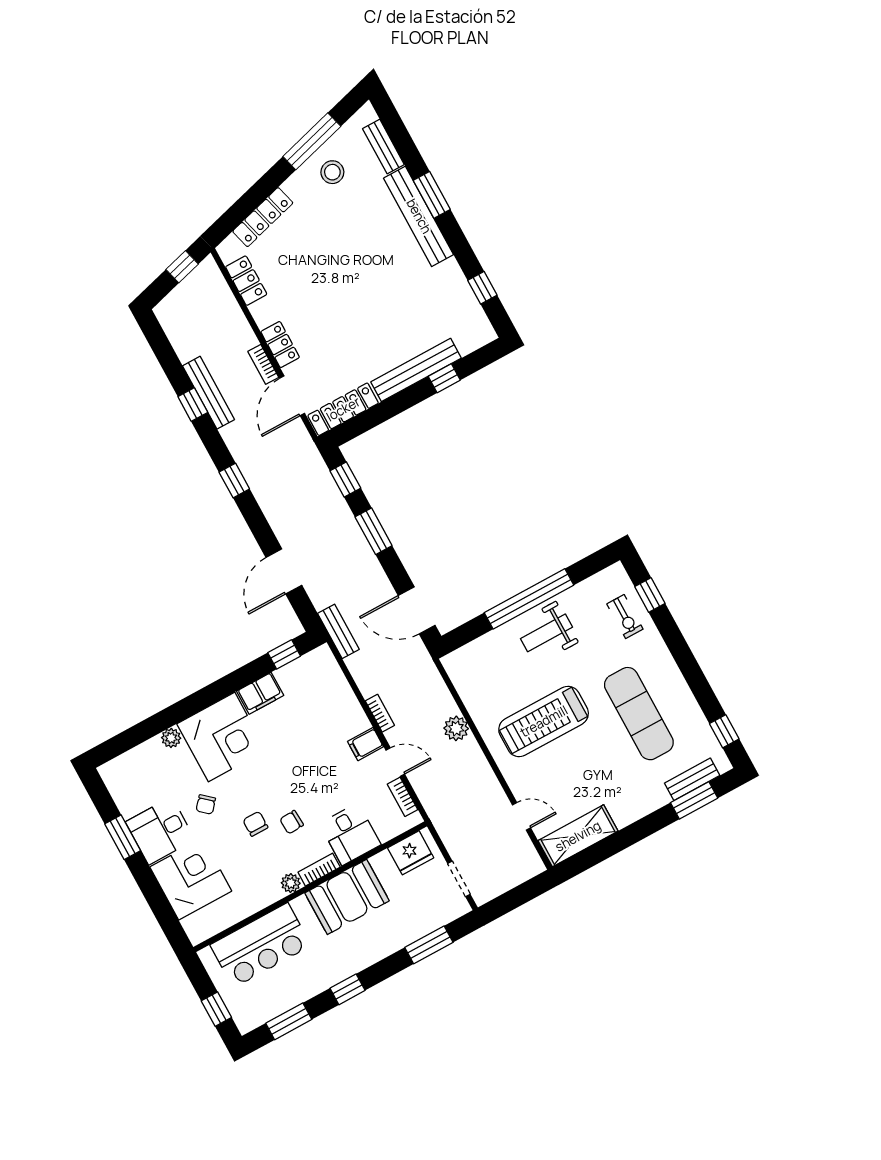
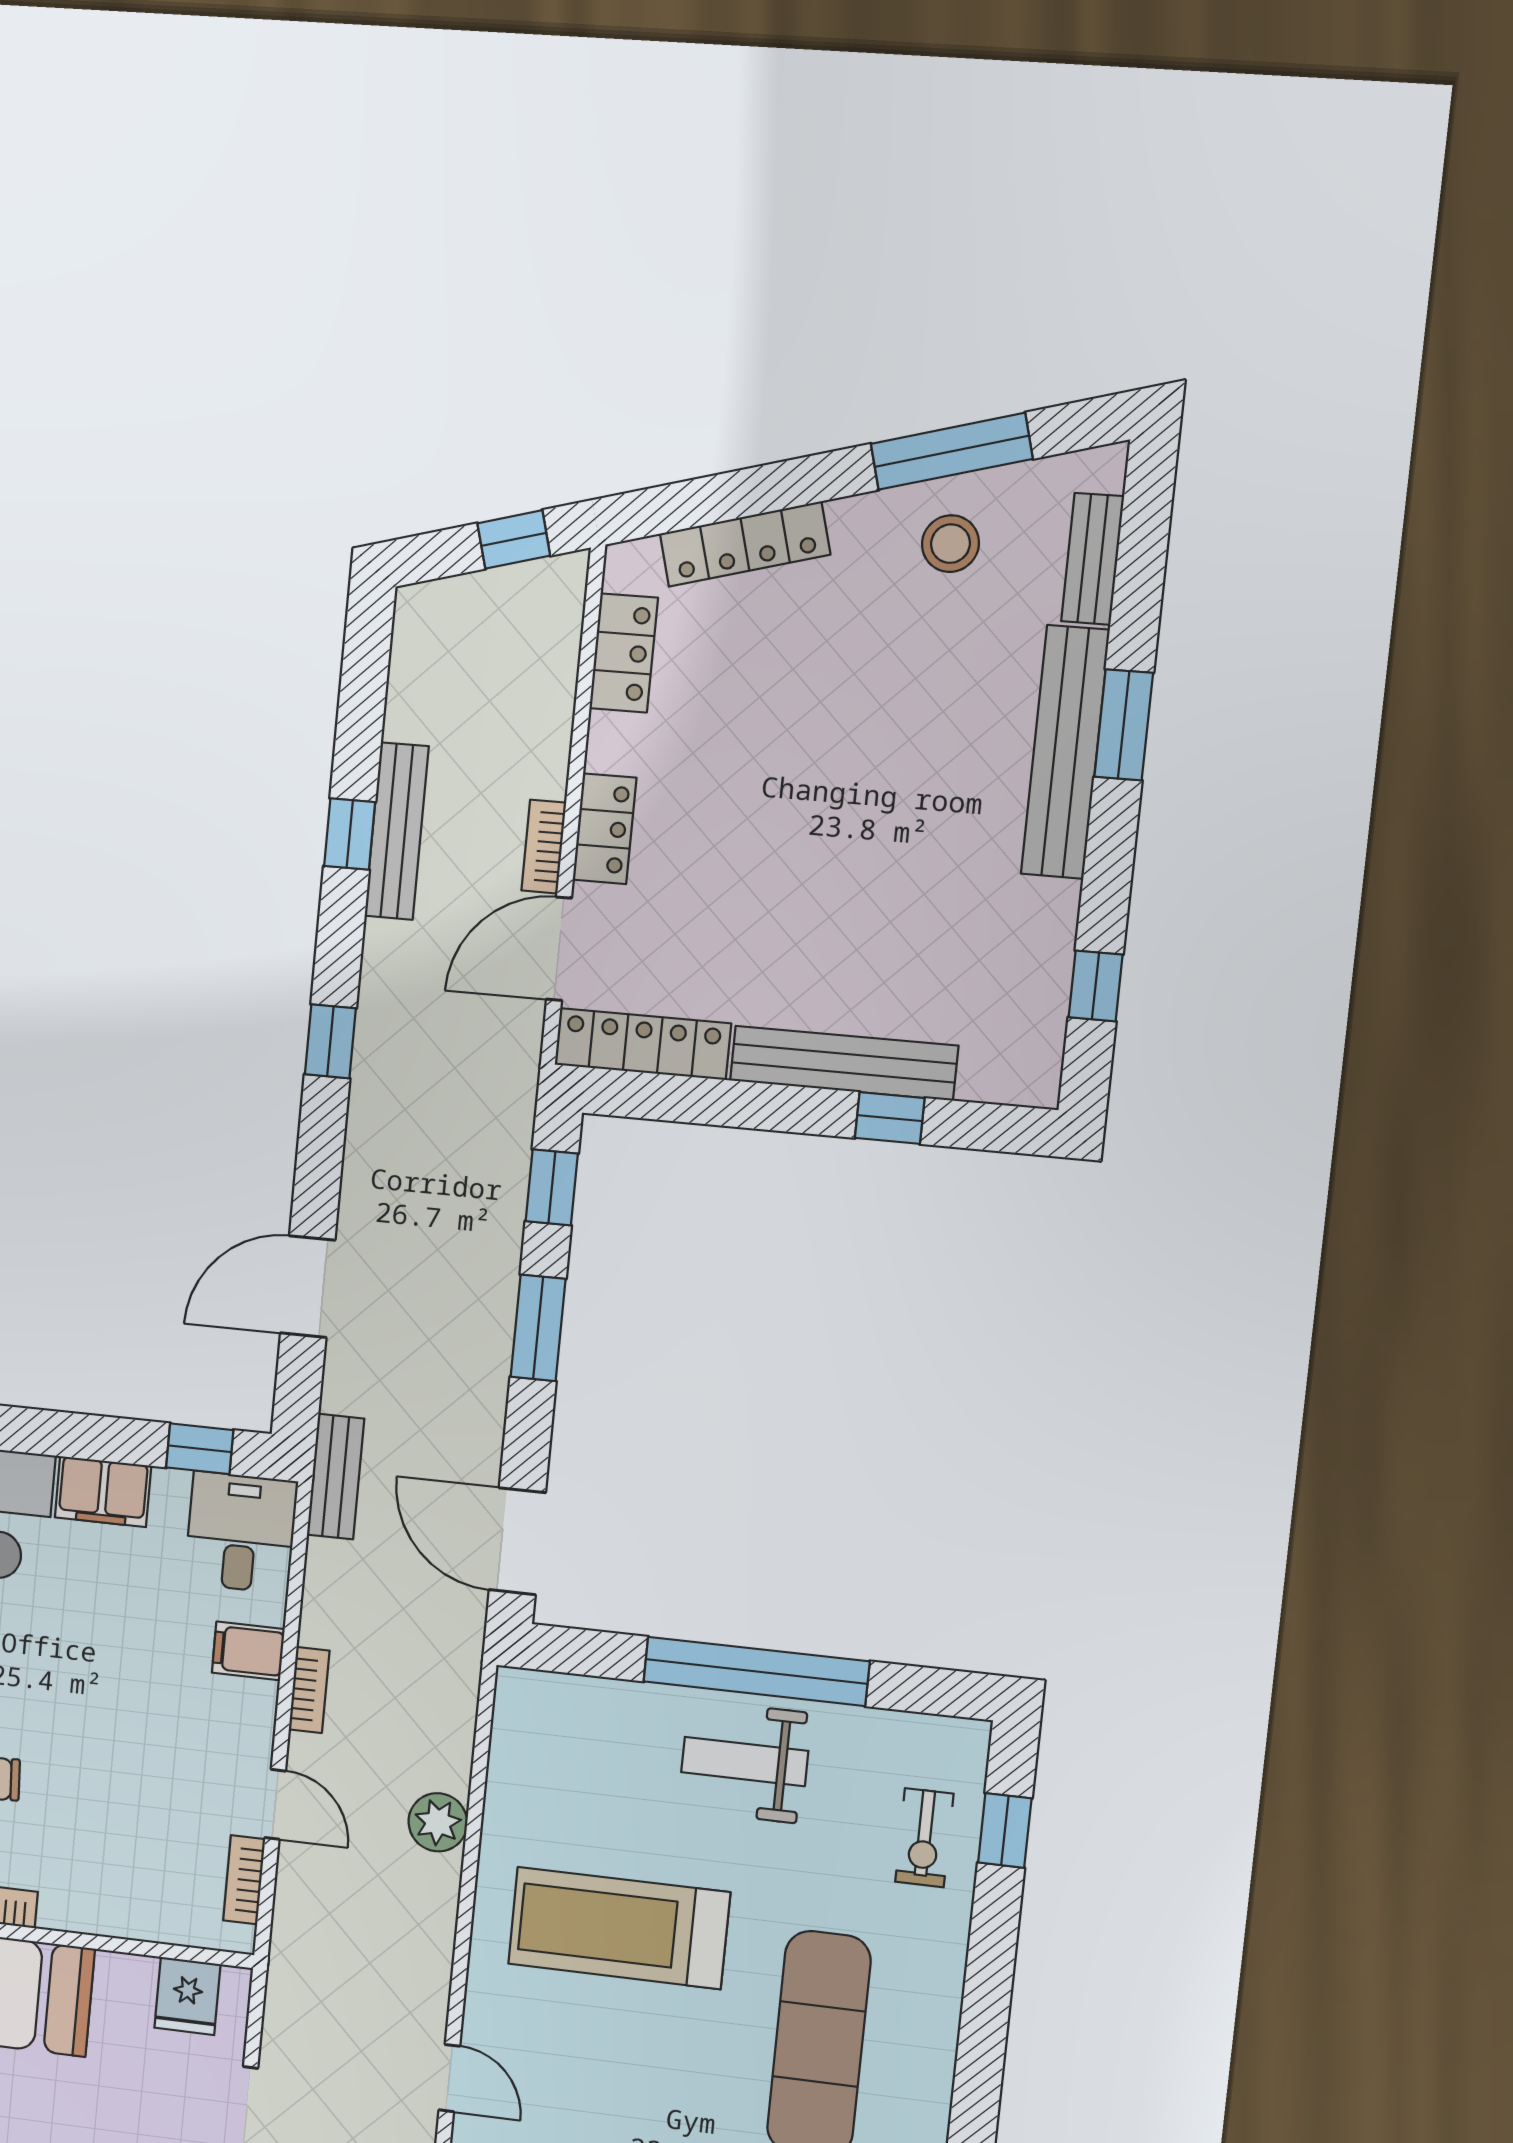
filing cabinet: (366, 744) -> (248, 1651), moved
desk: (350, 834) -> (241, 1532), moved, turned 180
fridge: (411, 853) -> (187, 1996), width x0.72

